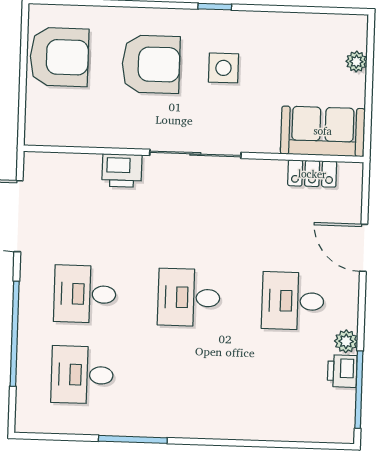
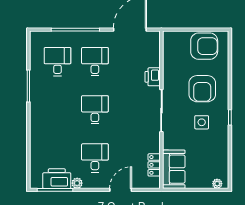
armchair: (59, 57) -> (204, 46), turned -90
plant: (356, 62) -> (217, 184), moved
printer: (342, 371) -> (57, 179), width x1.87, depth x1.48

